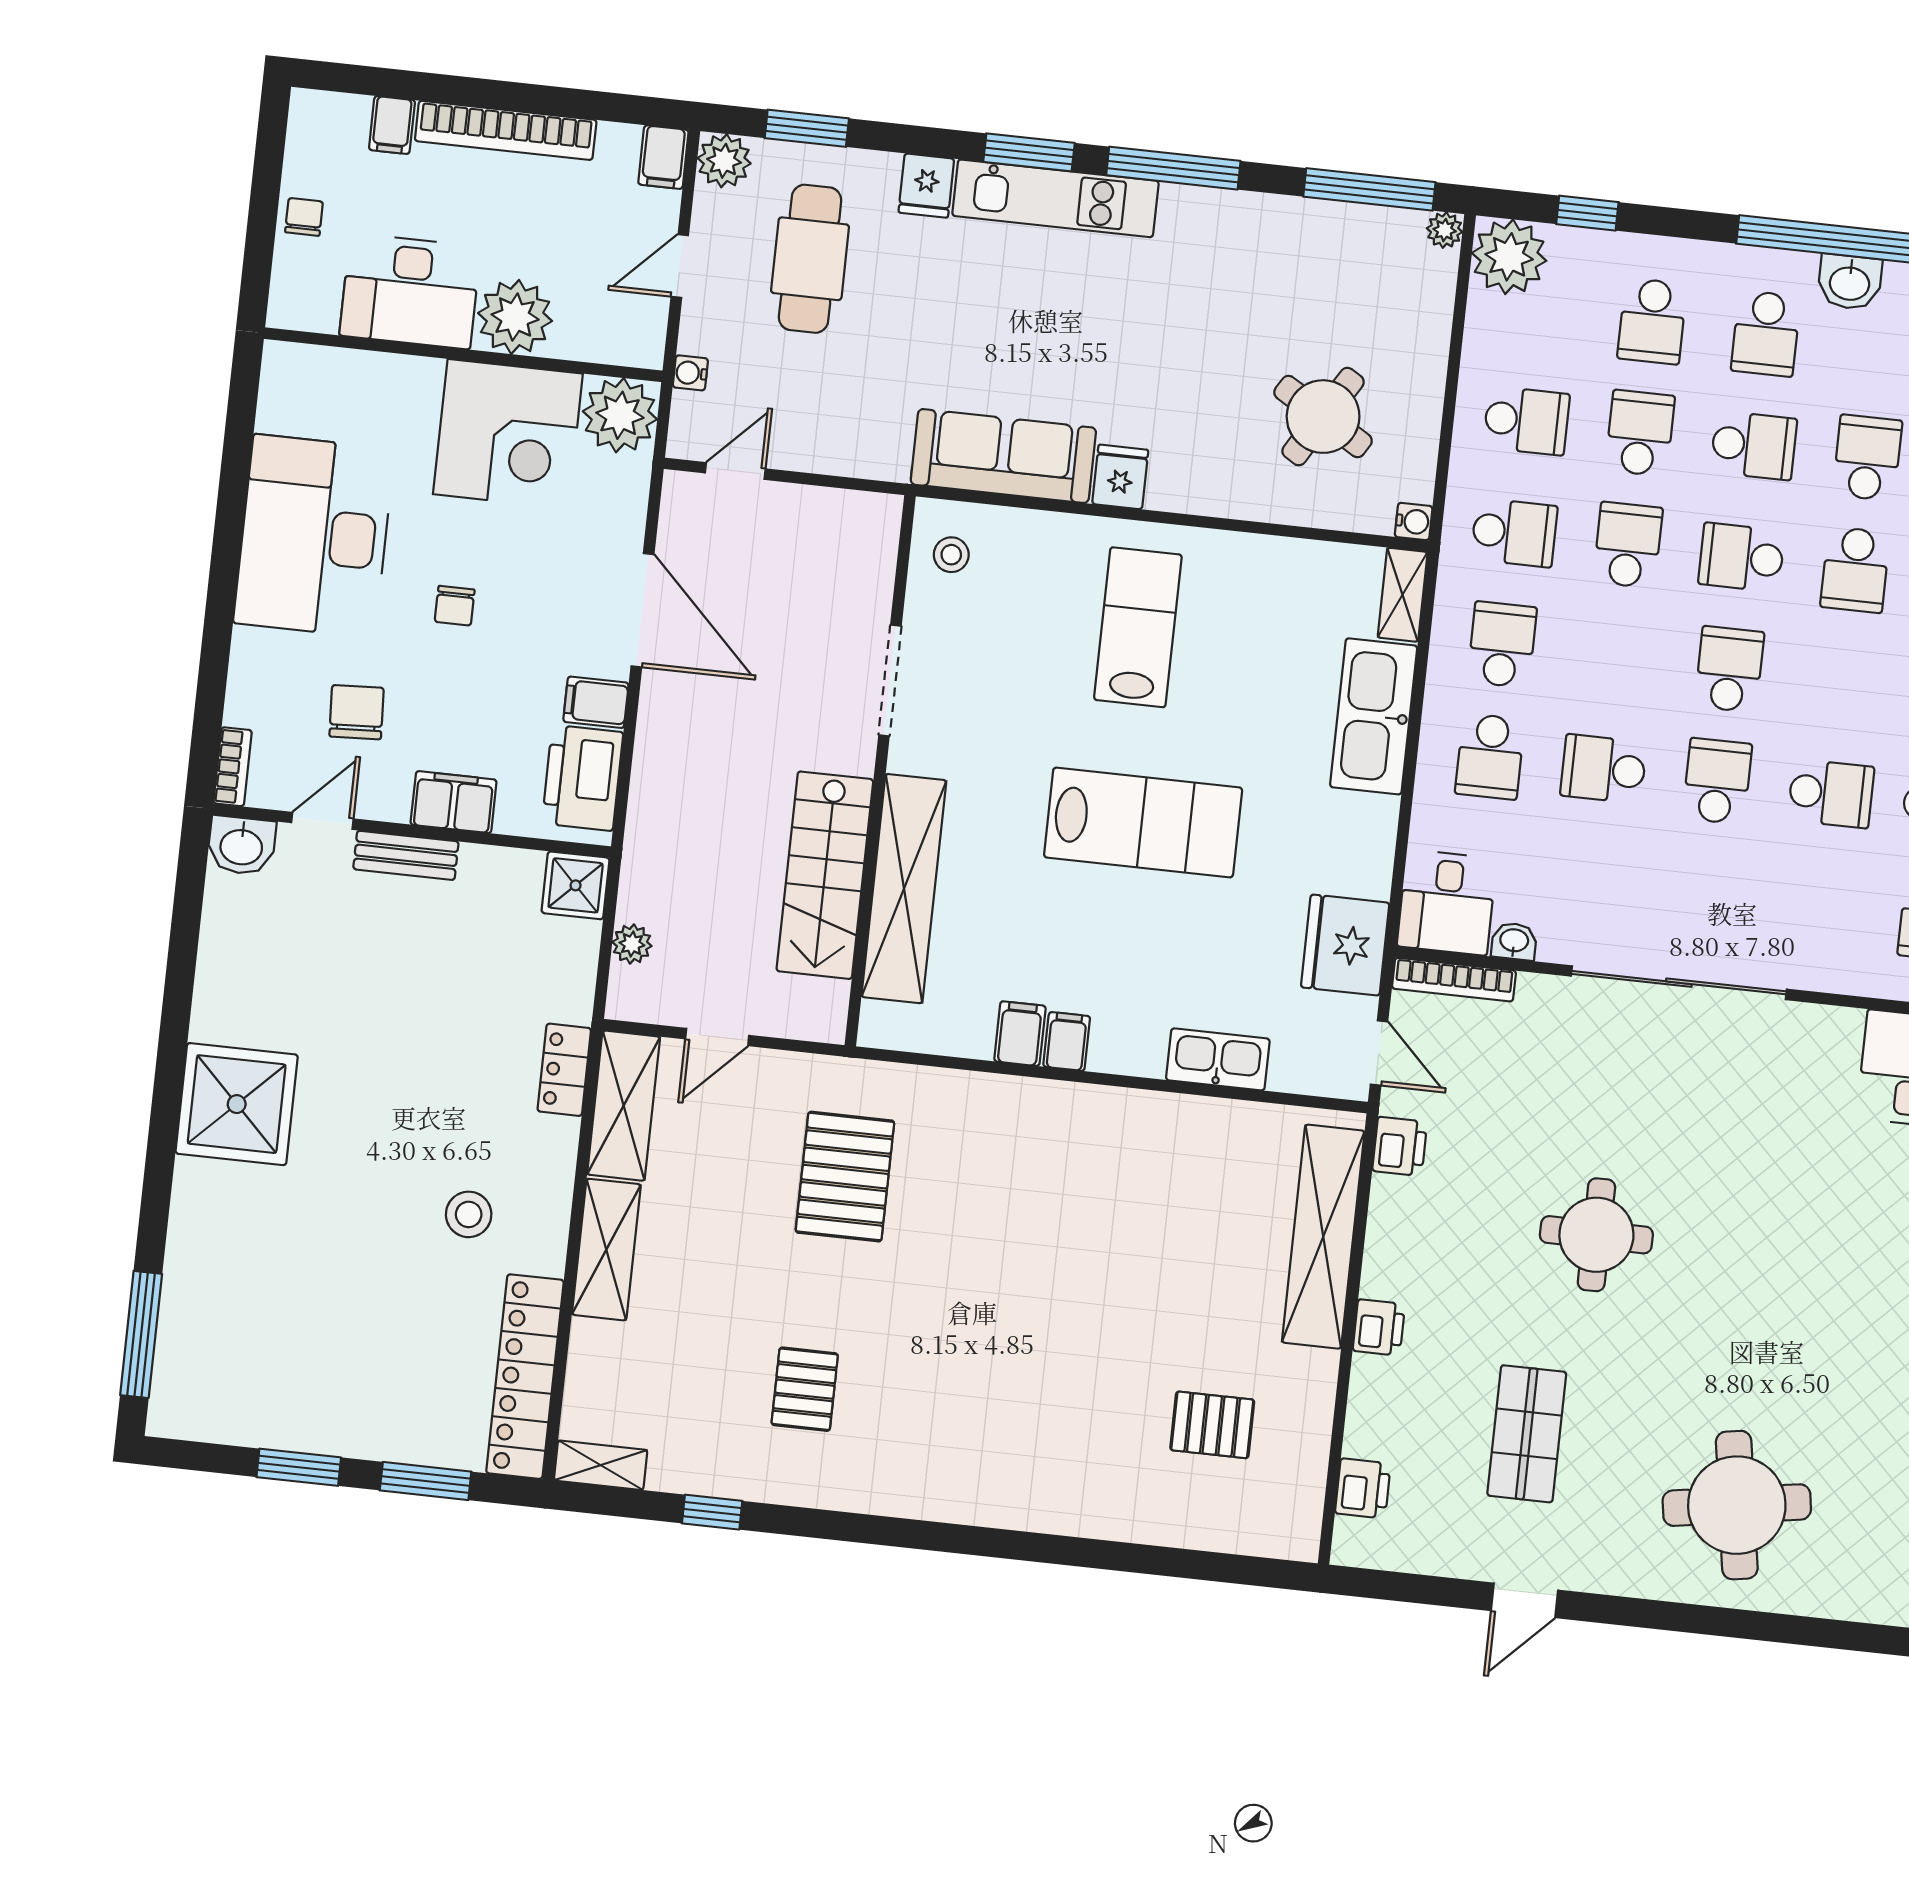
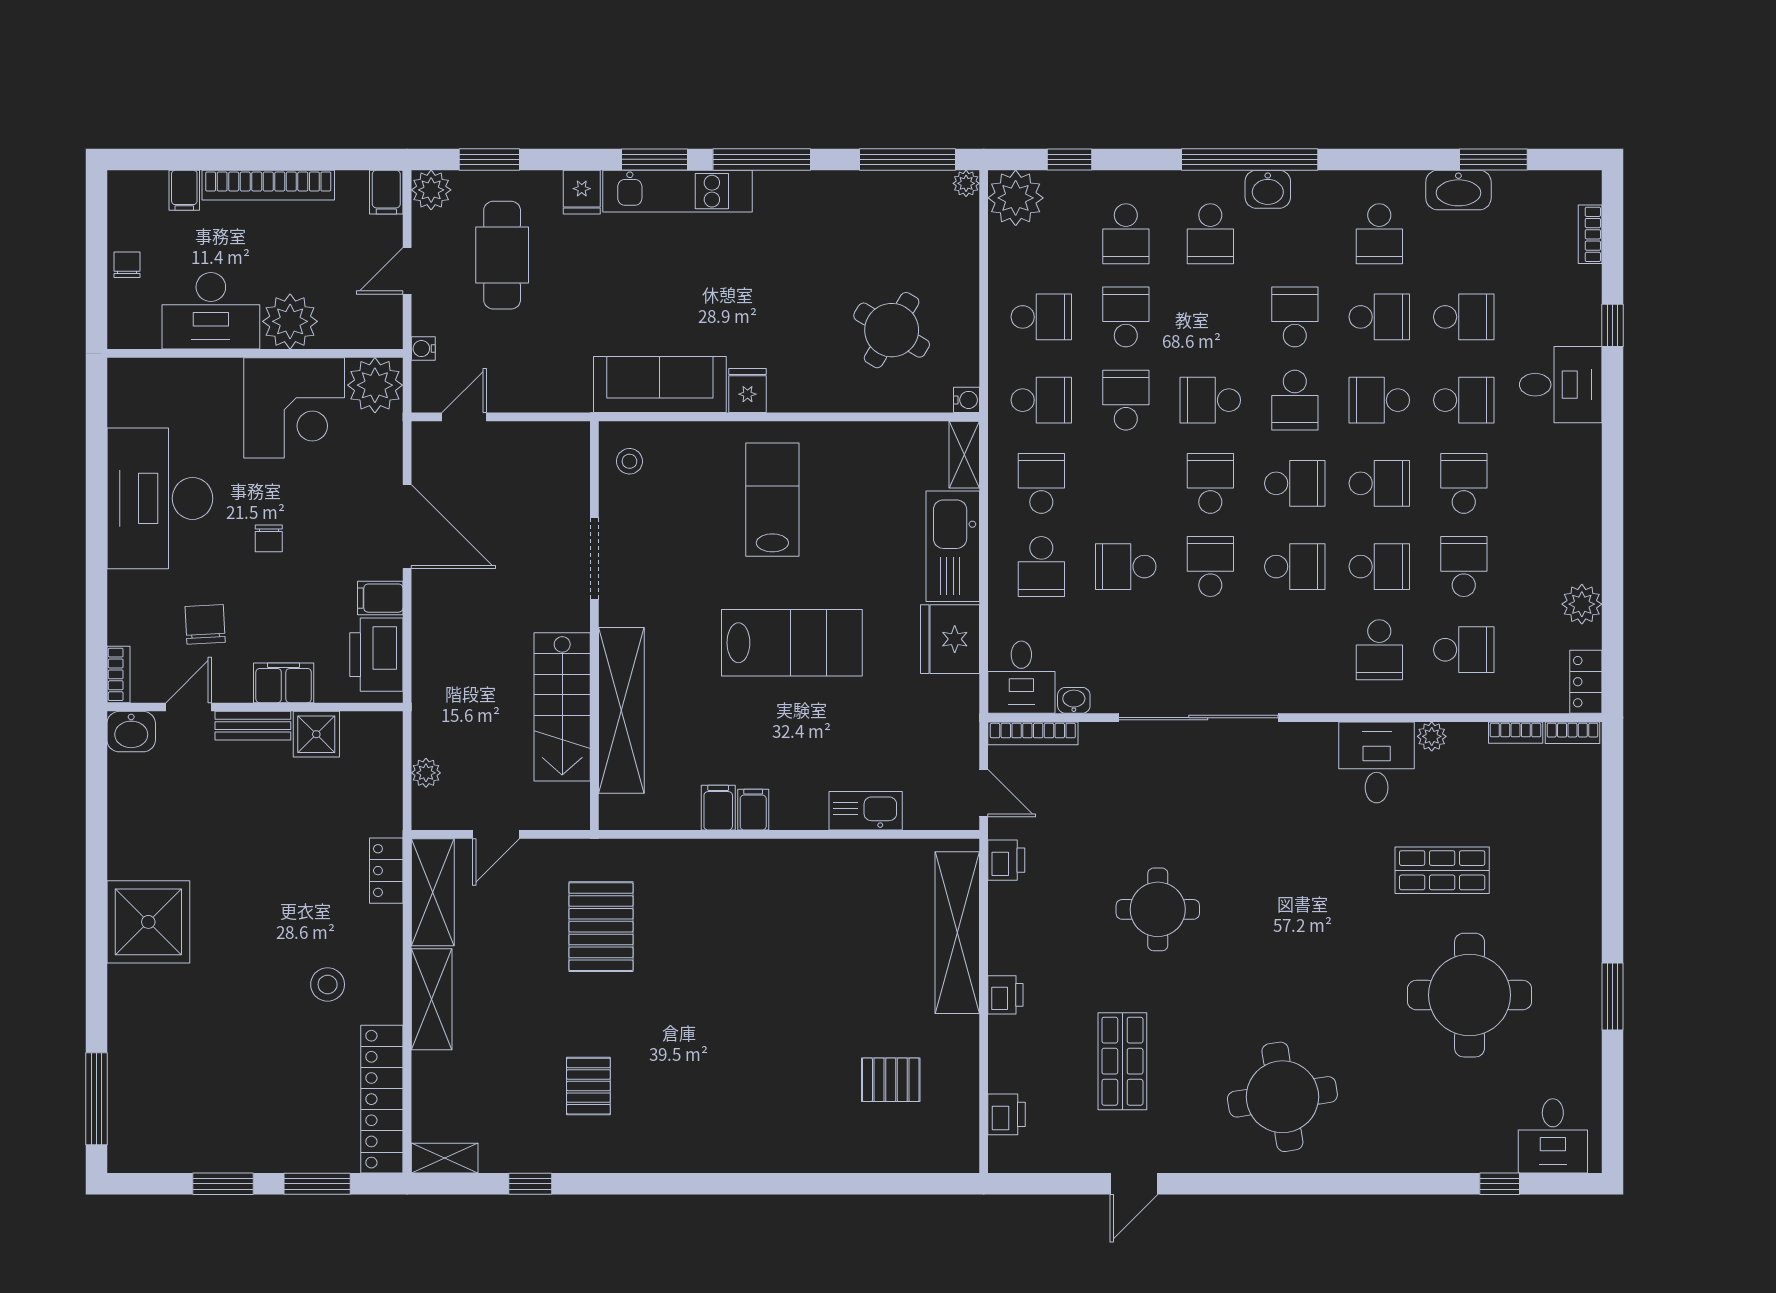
school desk: (1754, 445) -> (1295, 483), moved
shower: (576, 885) -> (316, 734), moved
fridge: (1345, 945) -> (950, 639), moved

